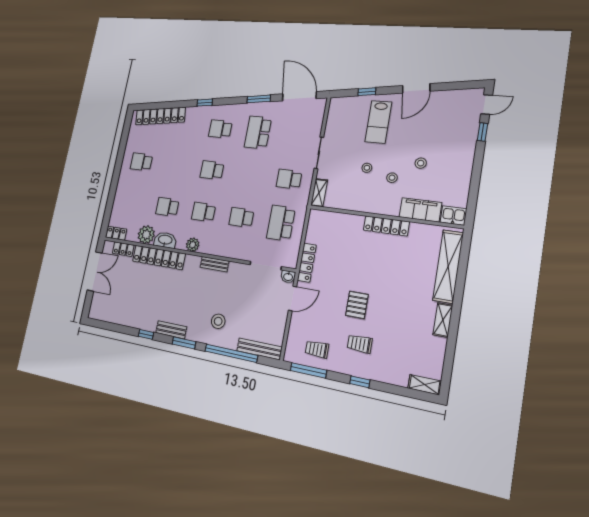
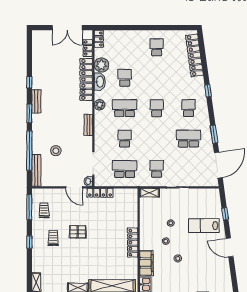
school desk: (204, 212) -> (125, 108), width x1.85
stool: (218, 321) -> (56, 151), moved

